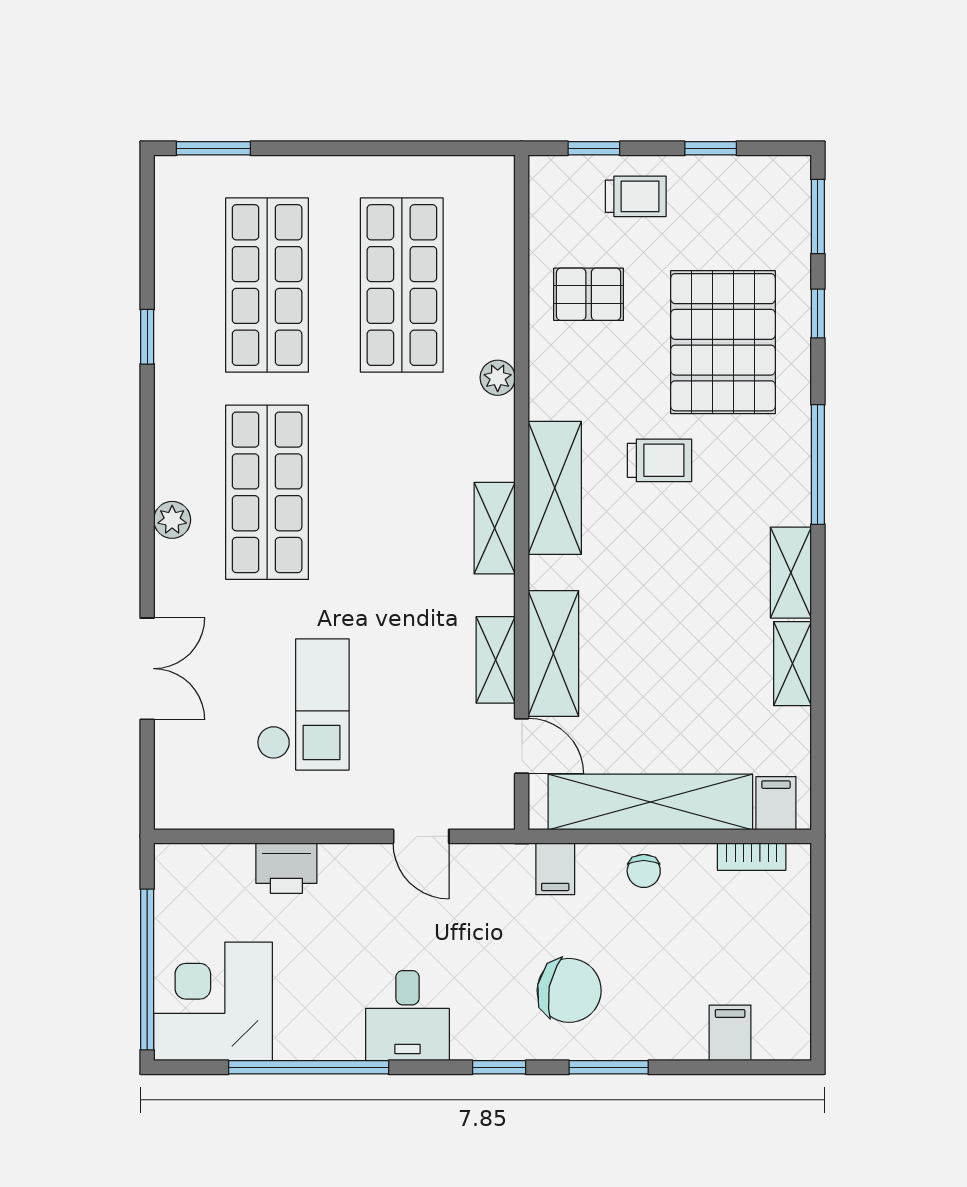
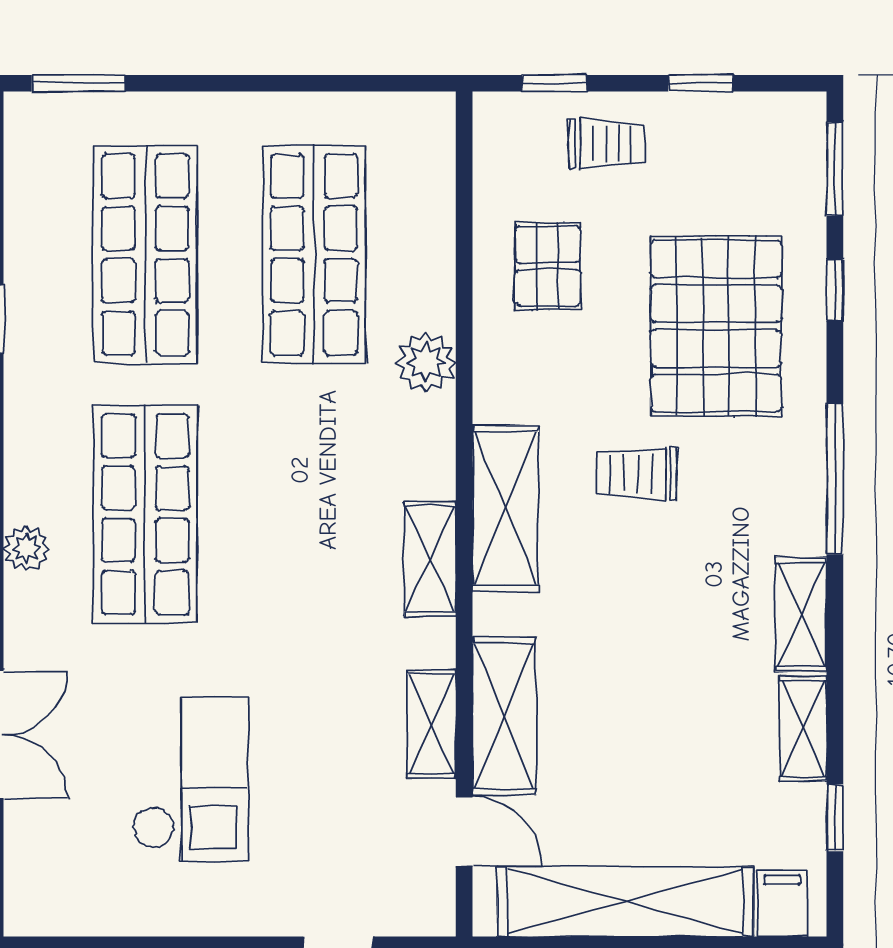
pallet: (589, 294) -> (548, 266), turned 90
plant: (498, 378) -> (426, 362), width x1.38, depth x1.38
trolley: (659, 460) -> (637, 474), turned 180
window: (818, 735) -> (835, 818), added

